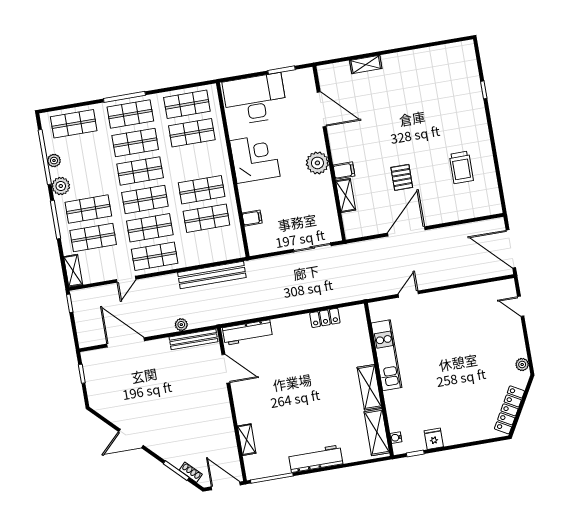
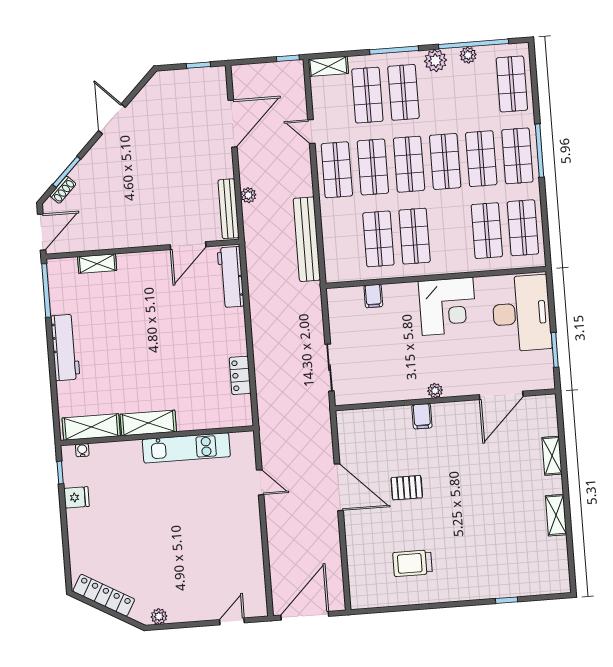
plant: (317, 163) -> (435, 391), width x0.53, depth x0.53
shelving: (346, 195) -> (556, 515), moved, turned 90

